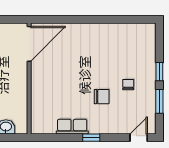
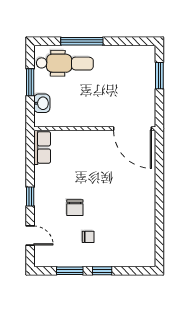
row of seats: (72, 127) -> (42, 147), moved
door: (139, 138) -> (30, 236), moved

